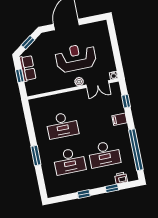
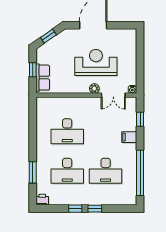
row of seats: (28, 68) -> (43, 78), moved
window: (36, 156) -> (33, 172), moved
printer: (121, 178) -> (42, 200), moved
window: (112, 188) -> (95, 209), moved

